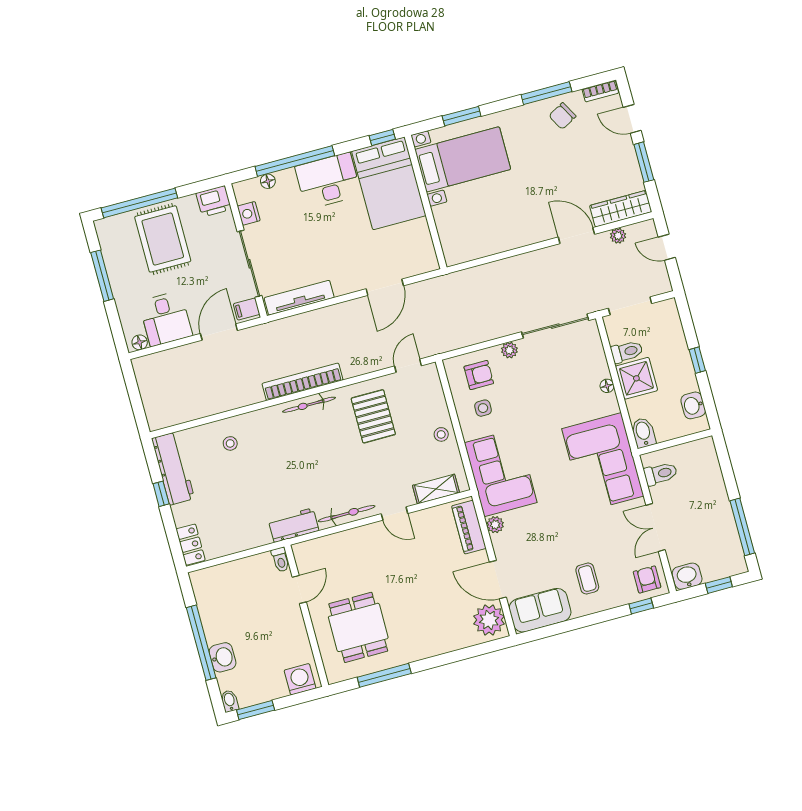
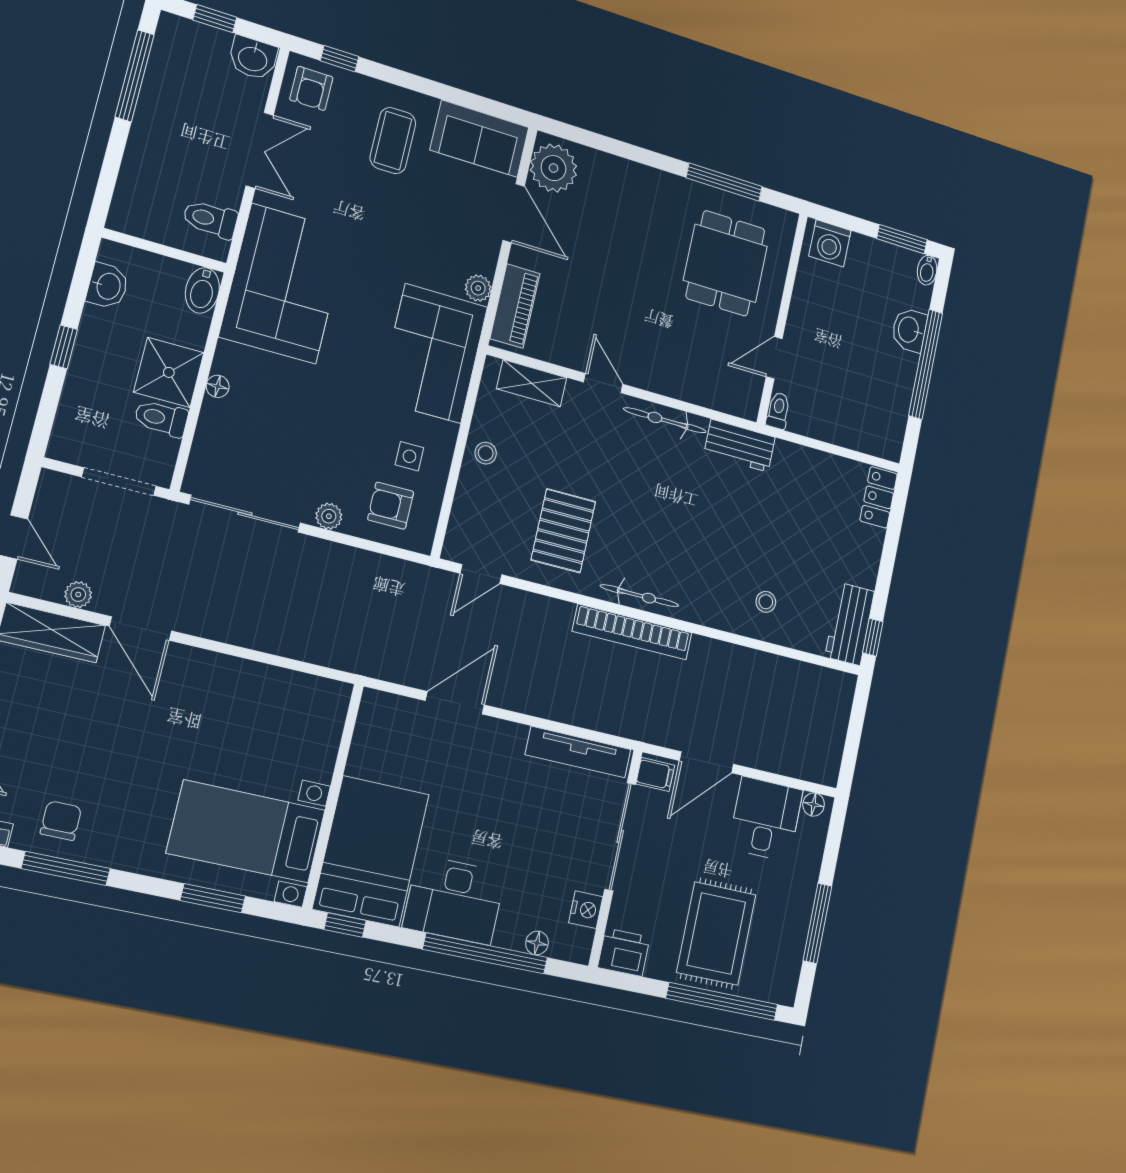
chair: (562, 116) -> (61, 821), turned -61
workbench: (173, 468) -> (850, 624), width x0.73
window: (161, 494) -> (873, 637), moved
coffee table: (587, 579) -> (393, 141), width x1.36, depth x1.30

